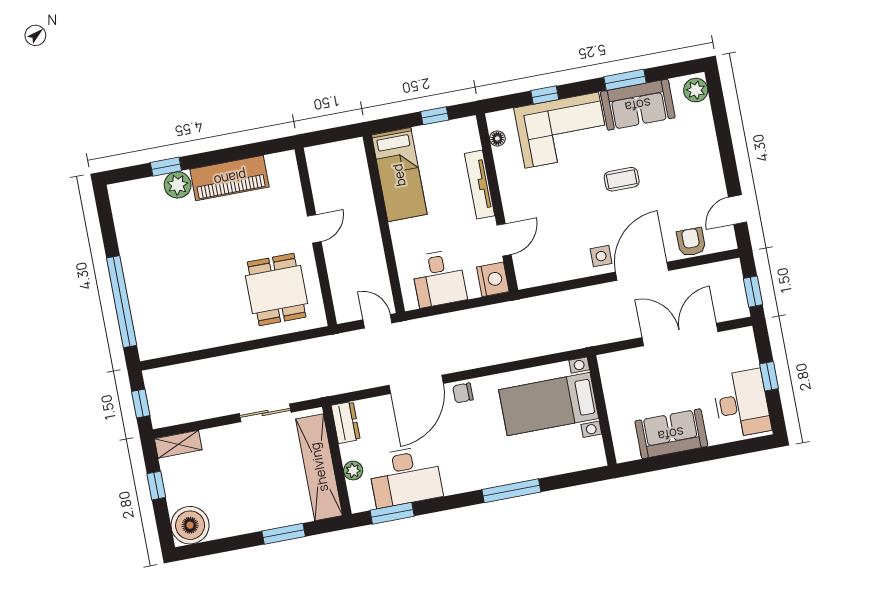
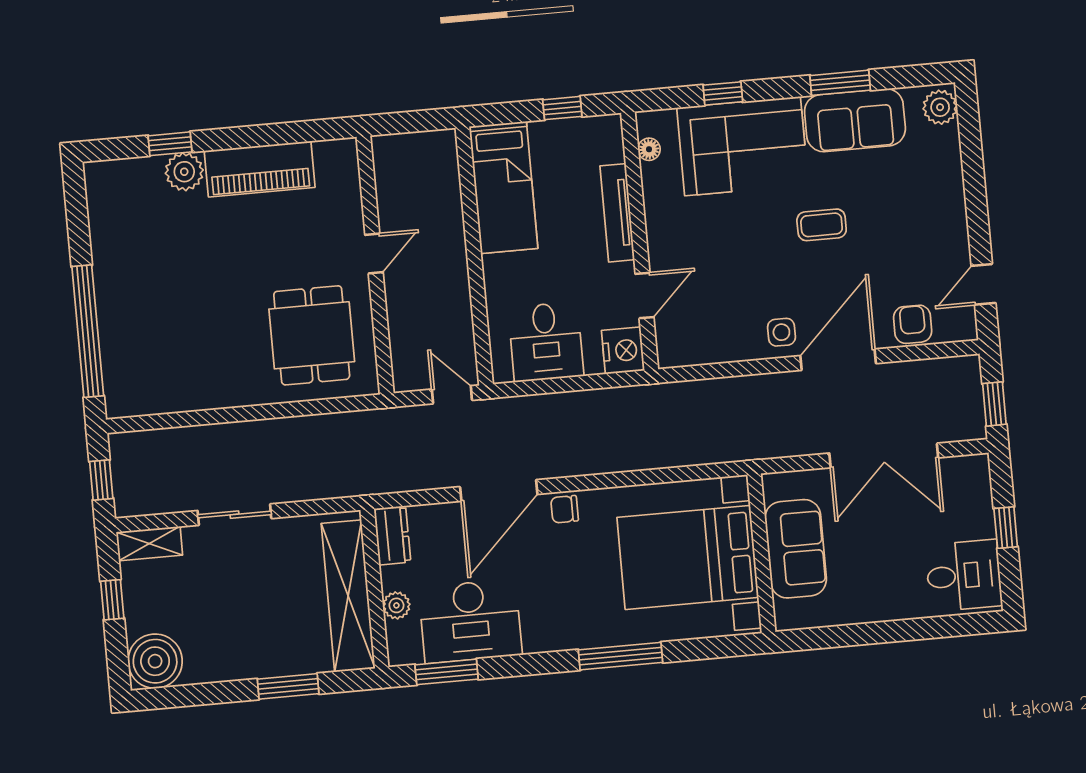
double door: (680, 335) -> (884, 455), swing flipped
bed with nightstands: (549, 404) -> (688, 557), width x1.36
desk: (742, 404) -> (964, 575), width x0.73
sliding door: (265, 413) -> (234, 515), moved
sofa: (671, 434) -> (796, 549), moved, turned 90

